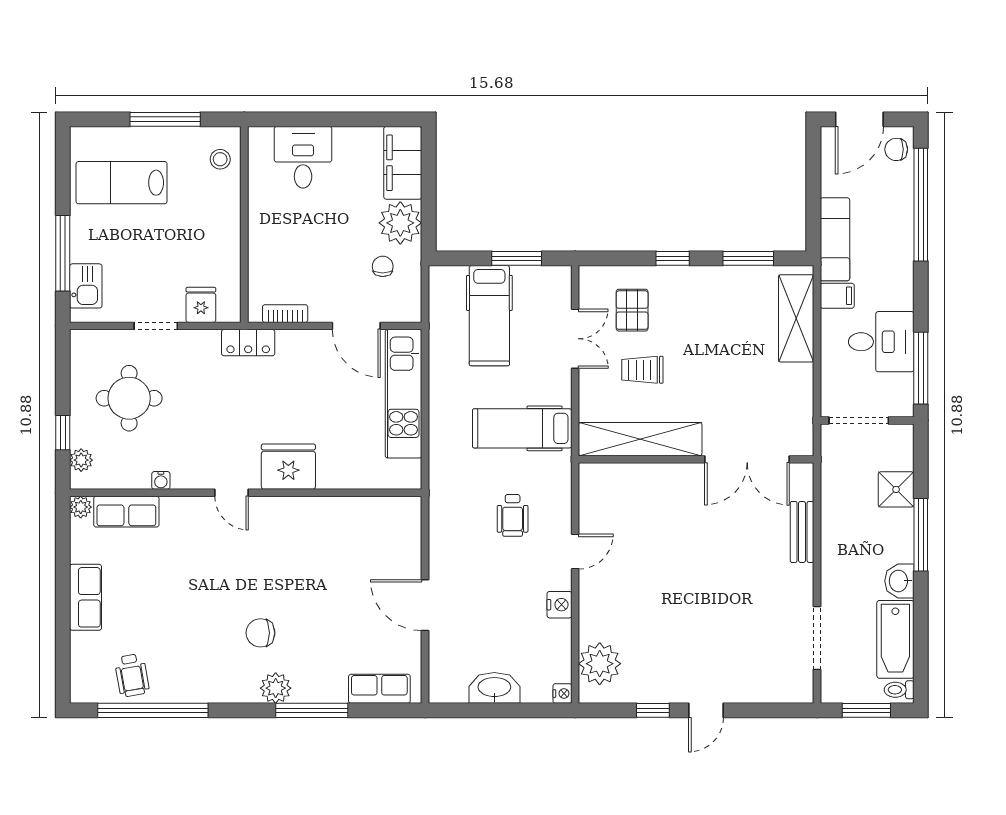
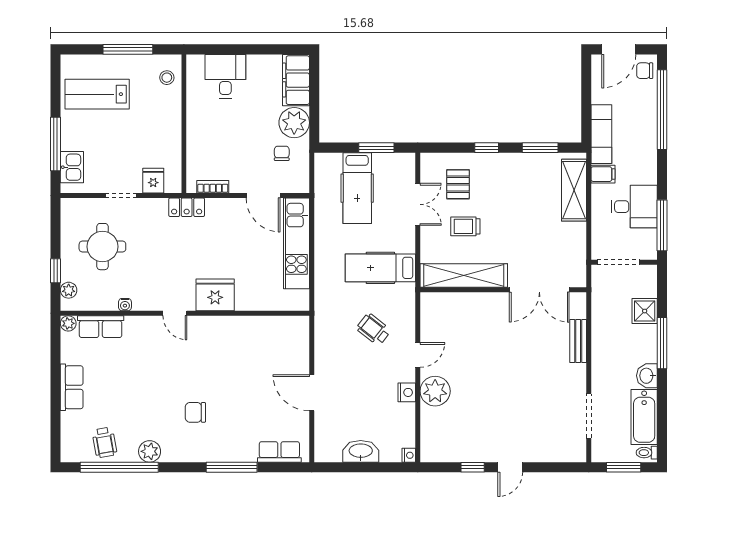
wheelchair: (513, 515) -> (374, 329), turned 128
plant: (600, 664) -> (435, 391), moved
plant: (276, 688) -> (150, 451), moved

